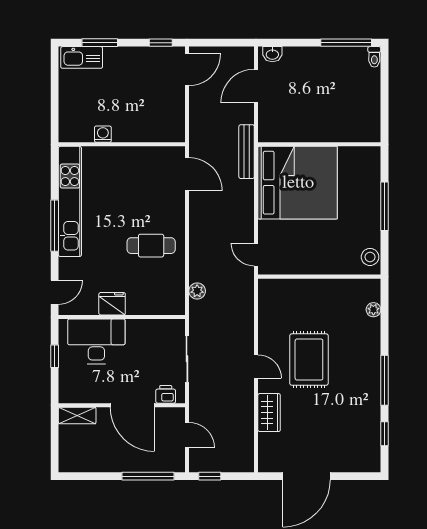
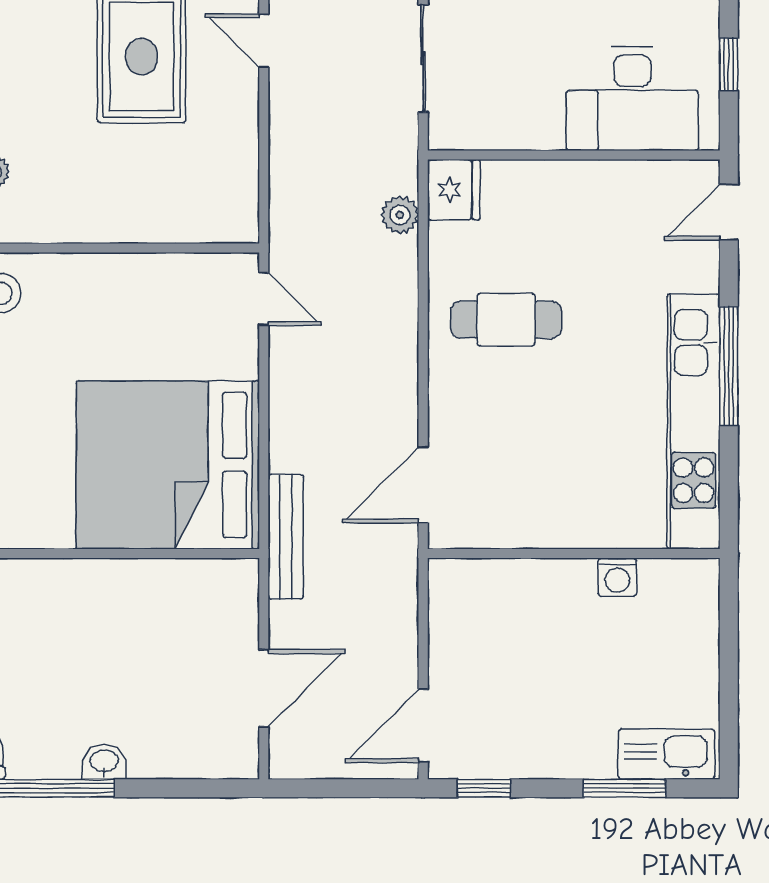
washbasin: (272, 54) -> (104, 762), moved
door: (187, 174) -> (423, 485), hinge flipped
fridge: (112, 304) -> (454, 190), moved, turned -90

